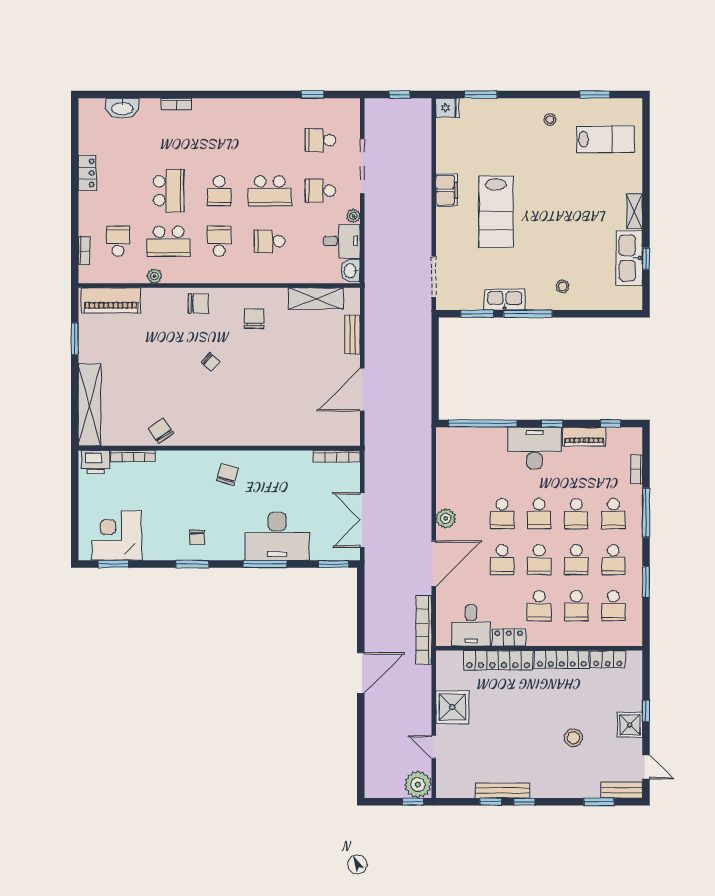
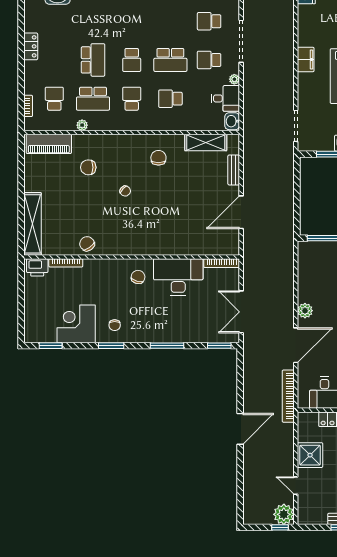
chair: (198, 304) -> (88, 167), moved, turned 180
window: (75, 339) -> (21, 173), removed
corner desk: (116, 536) -> (76, 324), moved
desk: (277, 536) -> (178, 277), moved, turned 180

